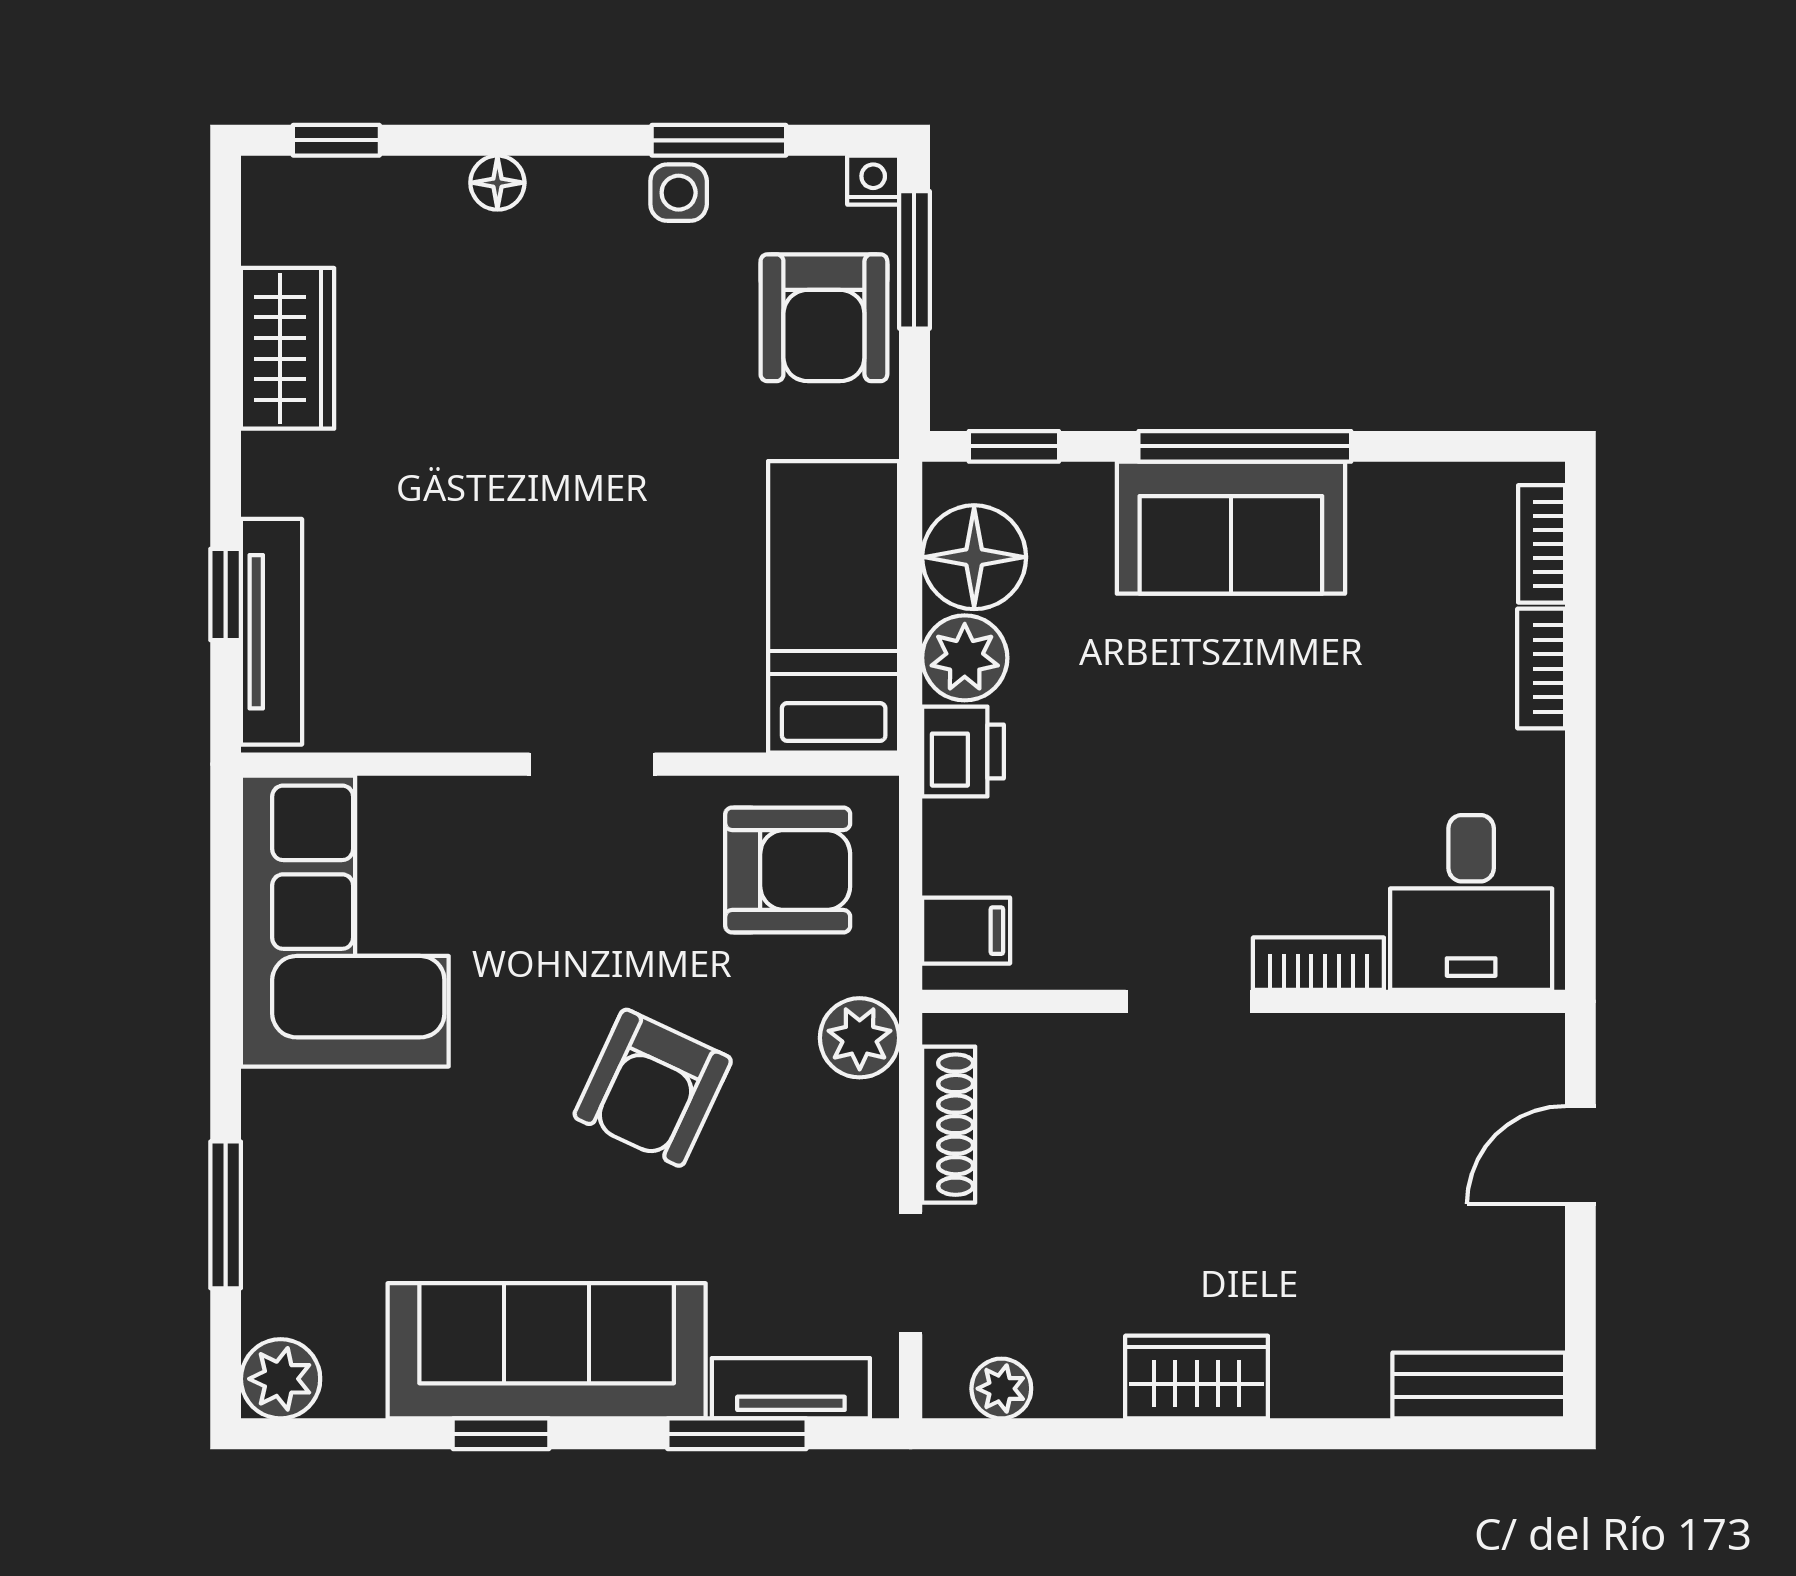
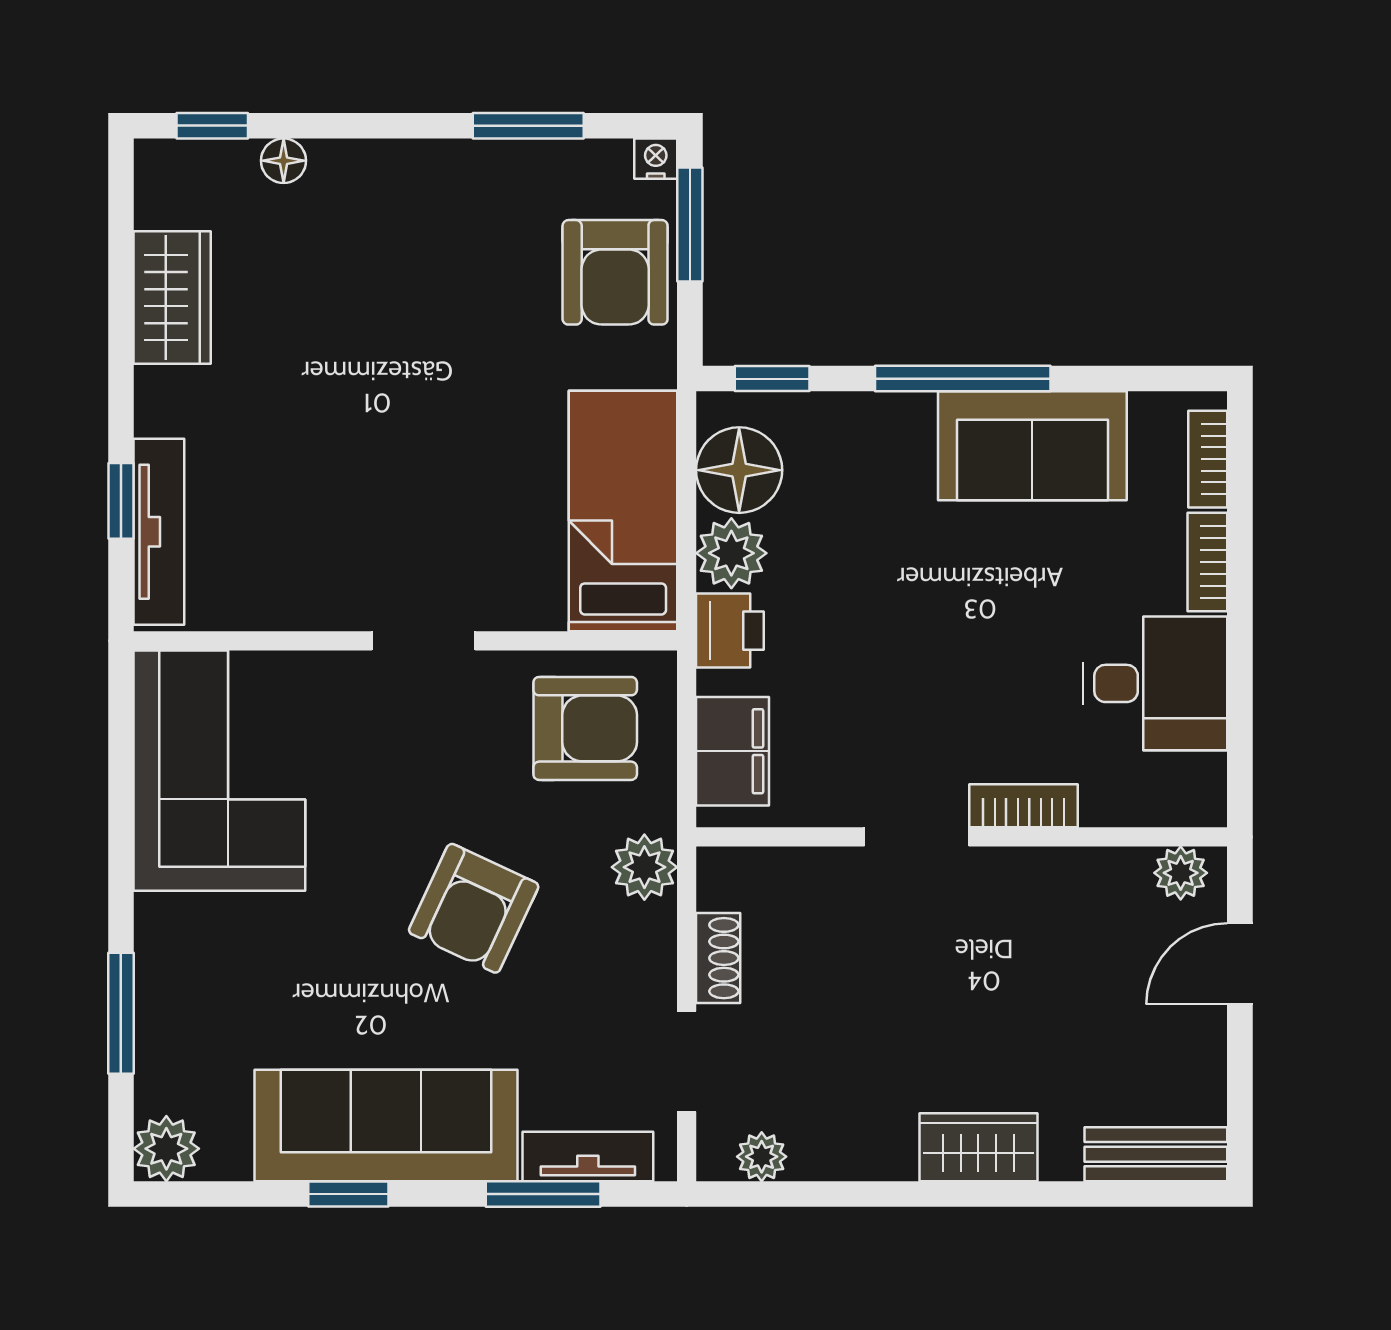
floor lamp: (497, 183) -> (284, 161), moved
side table: (679, 193) -> (495, 169), removed
sofa: (1231, 528) -> (1032, 446), moved
desk: (1471, 902) -> (1155, 683), moved, turned -90
filing cabinet: (966, 931) -> (733, 751), width x2.00
plant: (1509, 1045) -> (1181, 873), added
shoe rack: (949, 1125) -> (718, 958), width x0.70
wardrobe: (1197, 1377) -> (978, 1147), moved

